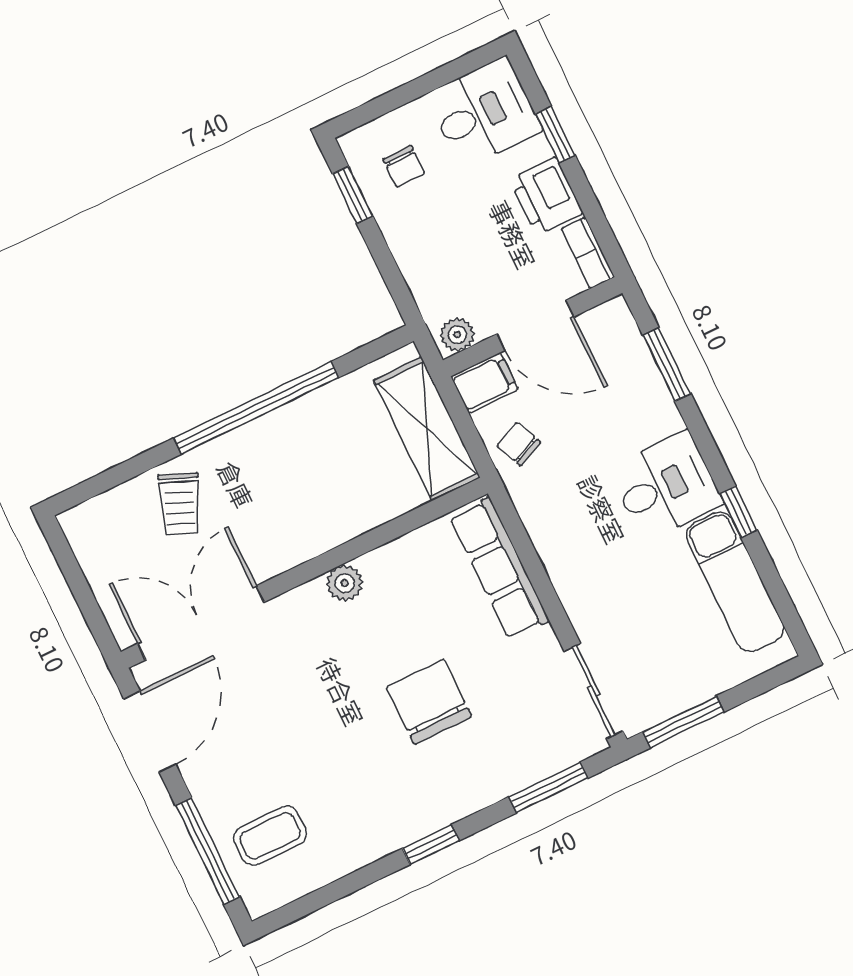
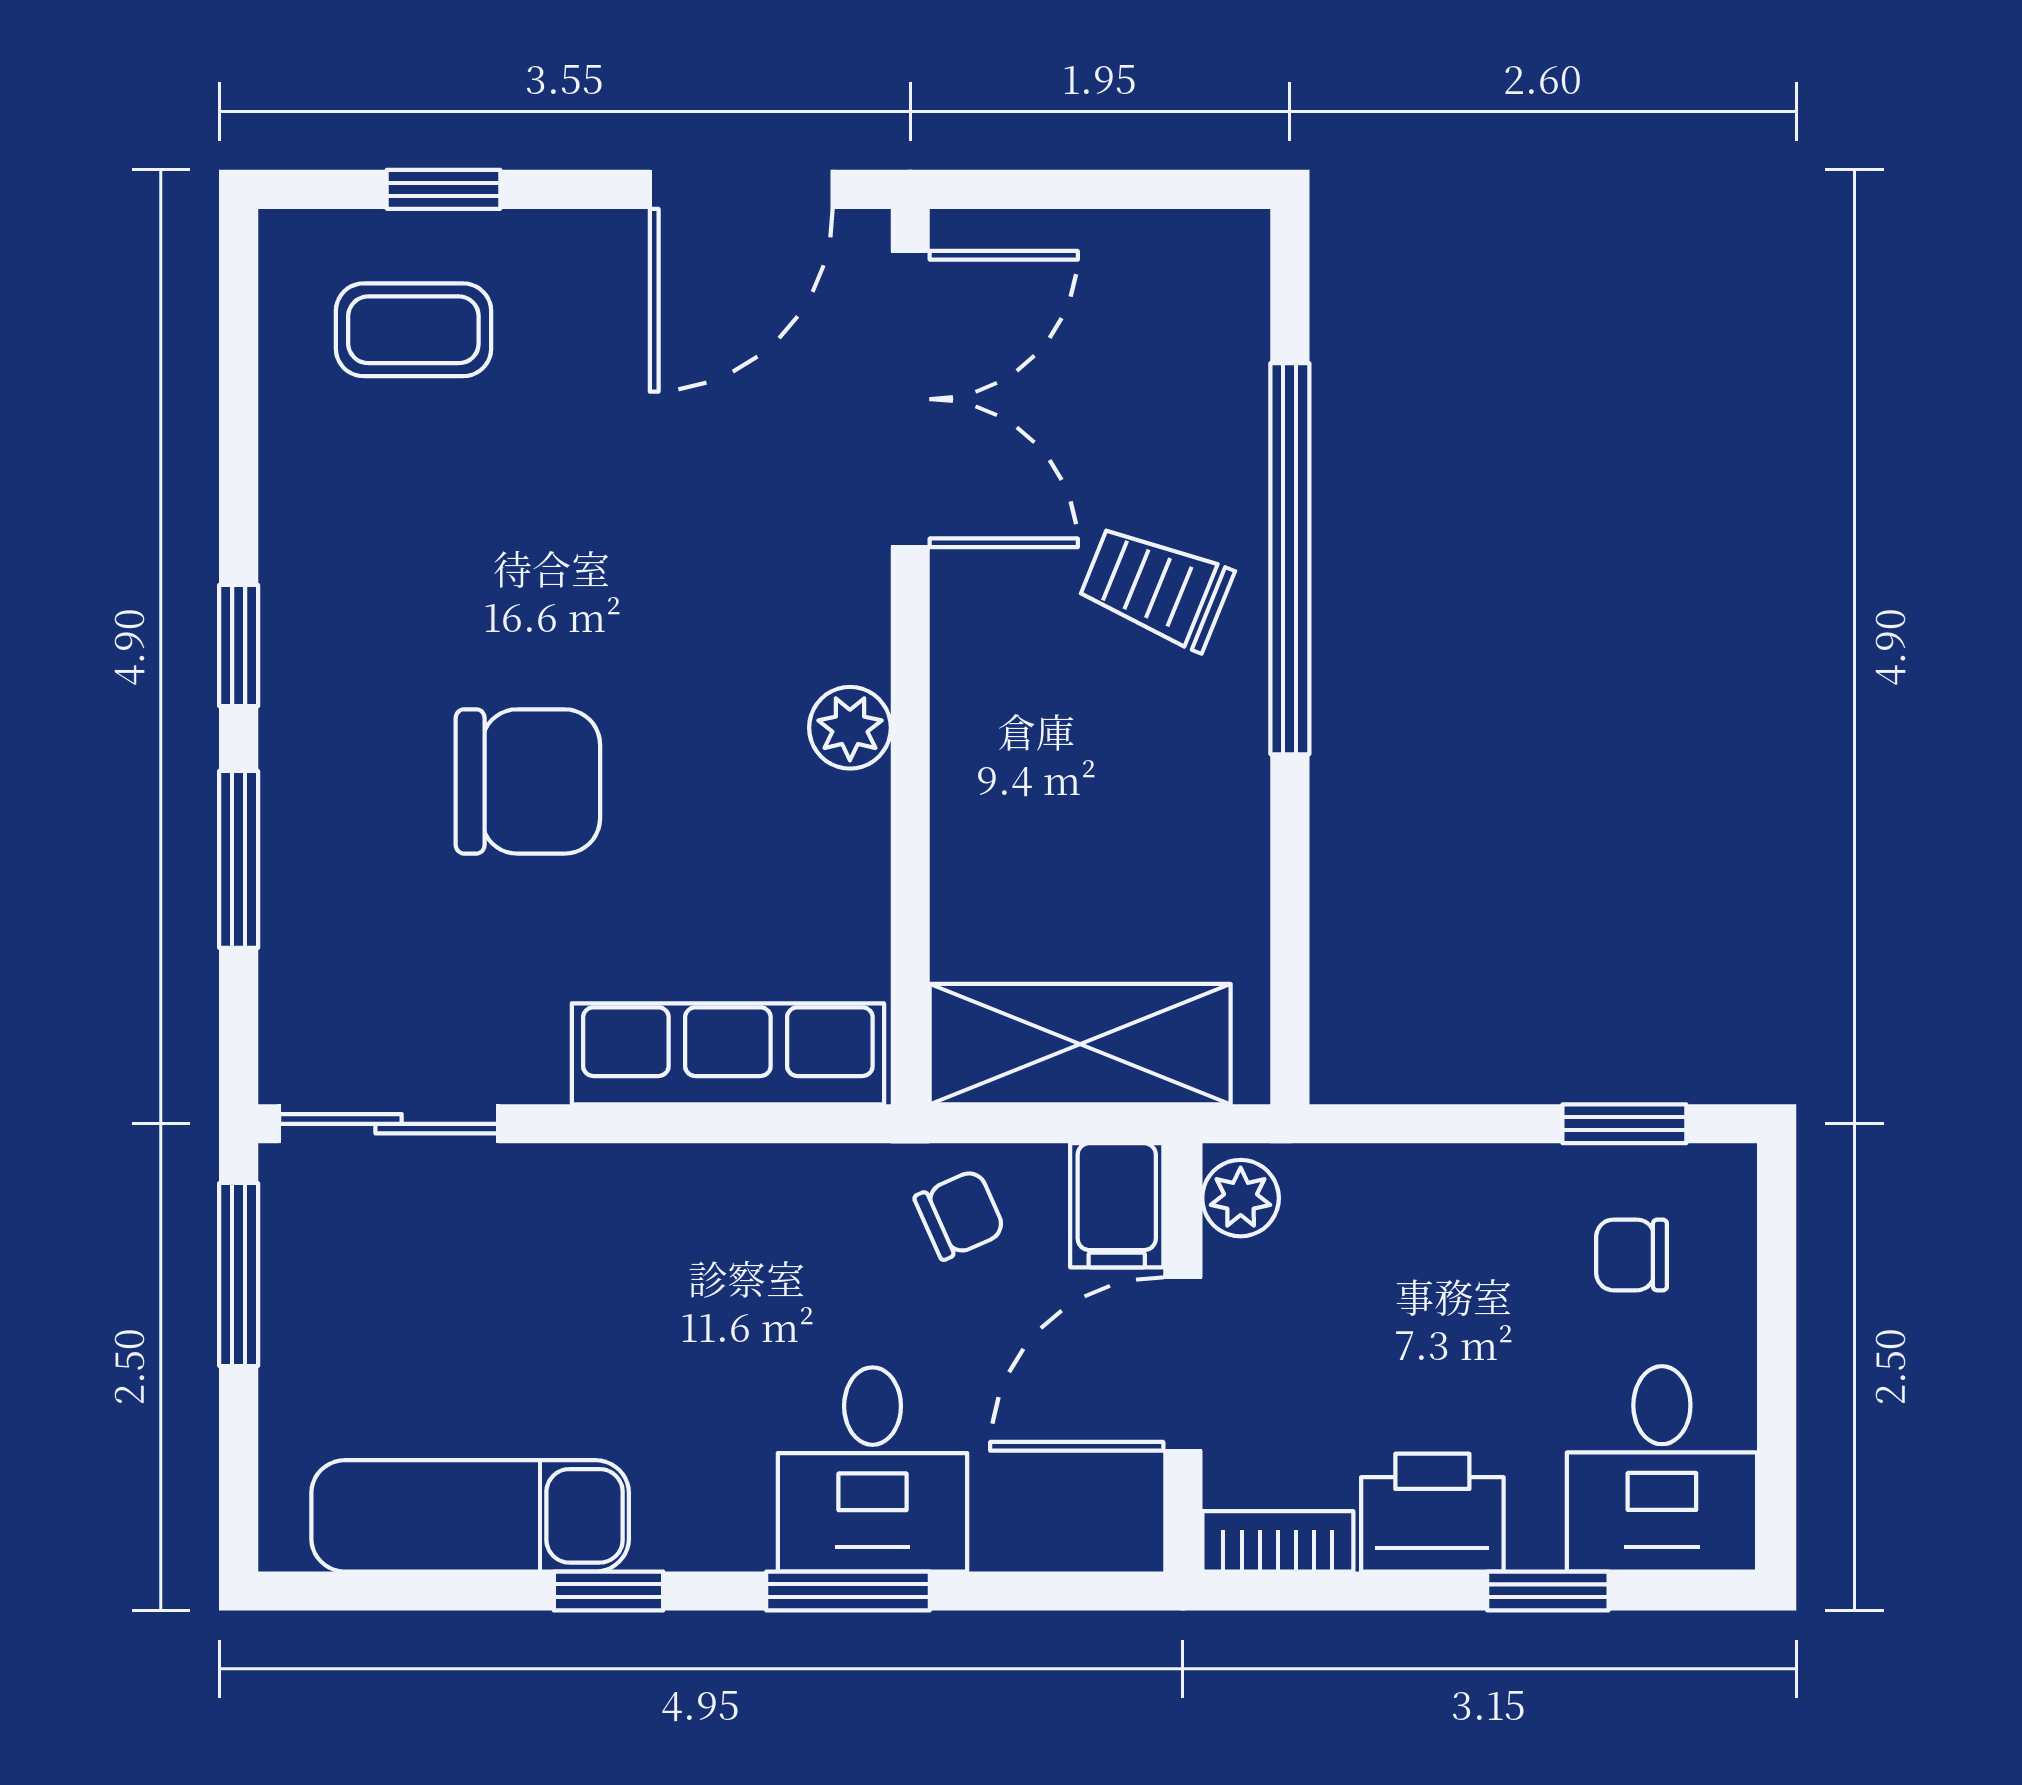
window: (667, 364) -> (848, 1591), moved
window: (256, 408) -> (1290, 559), moved
desk: (666, 486) -> (873, 1469), moved
trolley: (180, 504) -> (1156, 587), moved
door: (150, 732) -> (741, 189), hinge flipped
window: (548, 787) -> (239, 859), moved
coffee table: (270, 836) -> (413, 330), turned 90
window: (208, 851) -> (444, 189), width x0.46

